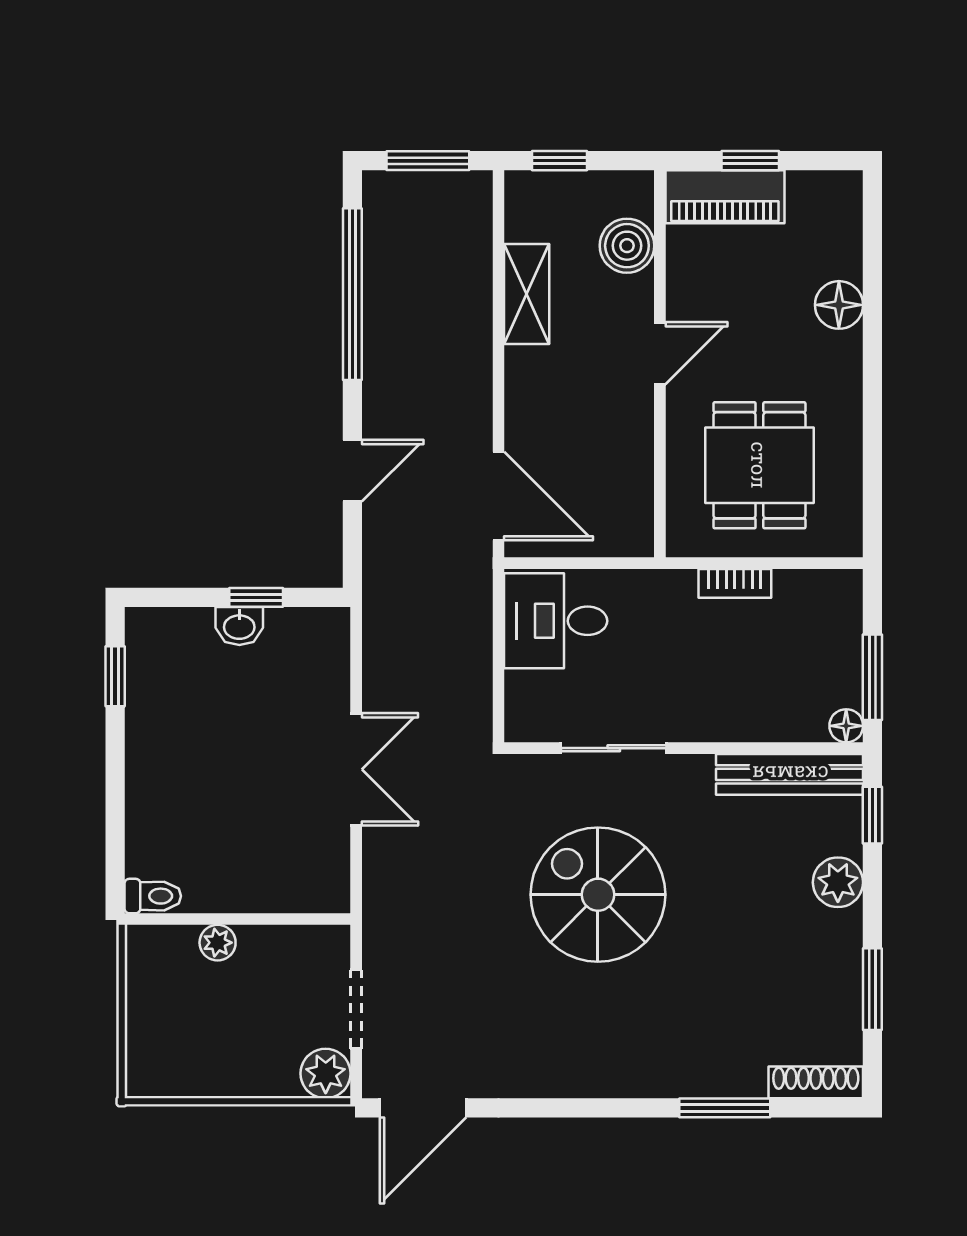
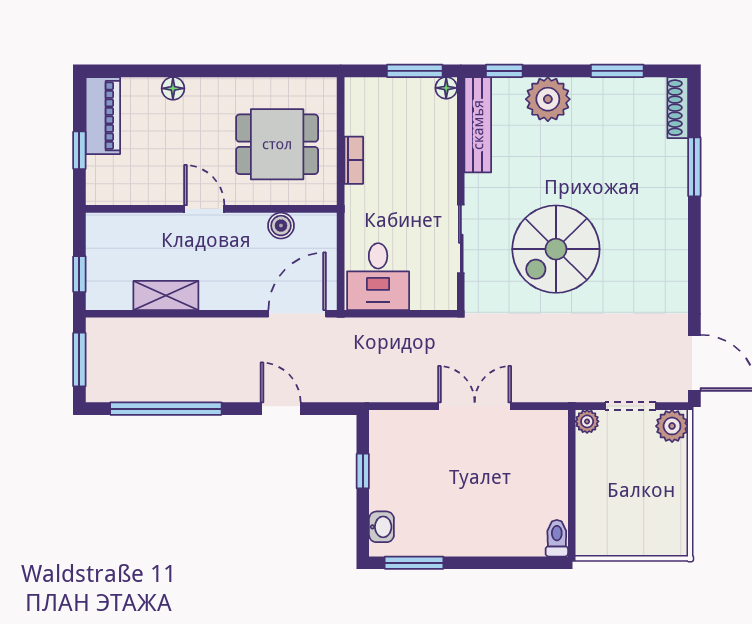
piano: (725, 197) -> (103, 116), moved
boiler: (627, 246) -> (281, 226), moved, width x0.73, depth x0.73
floor lamp: (839, 305) -> (173, 88), width x0.73, depth x0.73
washbasin: (239, 626) -> (381, 527), moved
window: (115, 676) -> (414, 563), width x1.50
plant: (838, 882) -> (548, 99), width x1.36, depth x1.36
plant: (218, 943) -> (587, 421), moved

